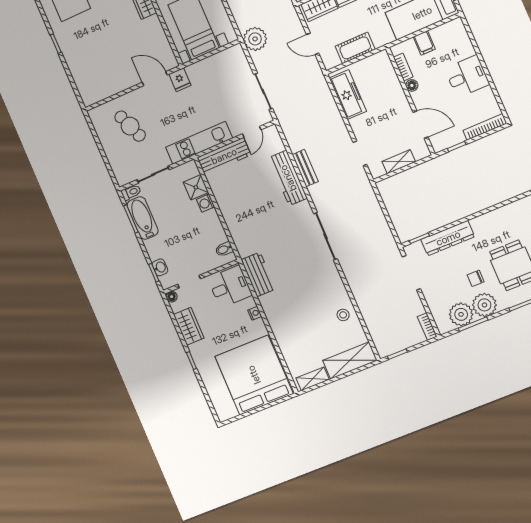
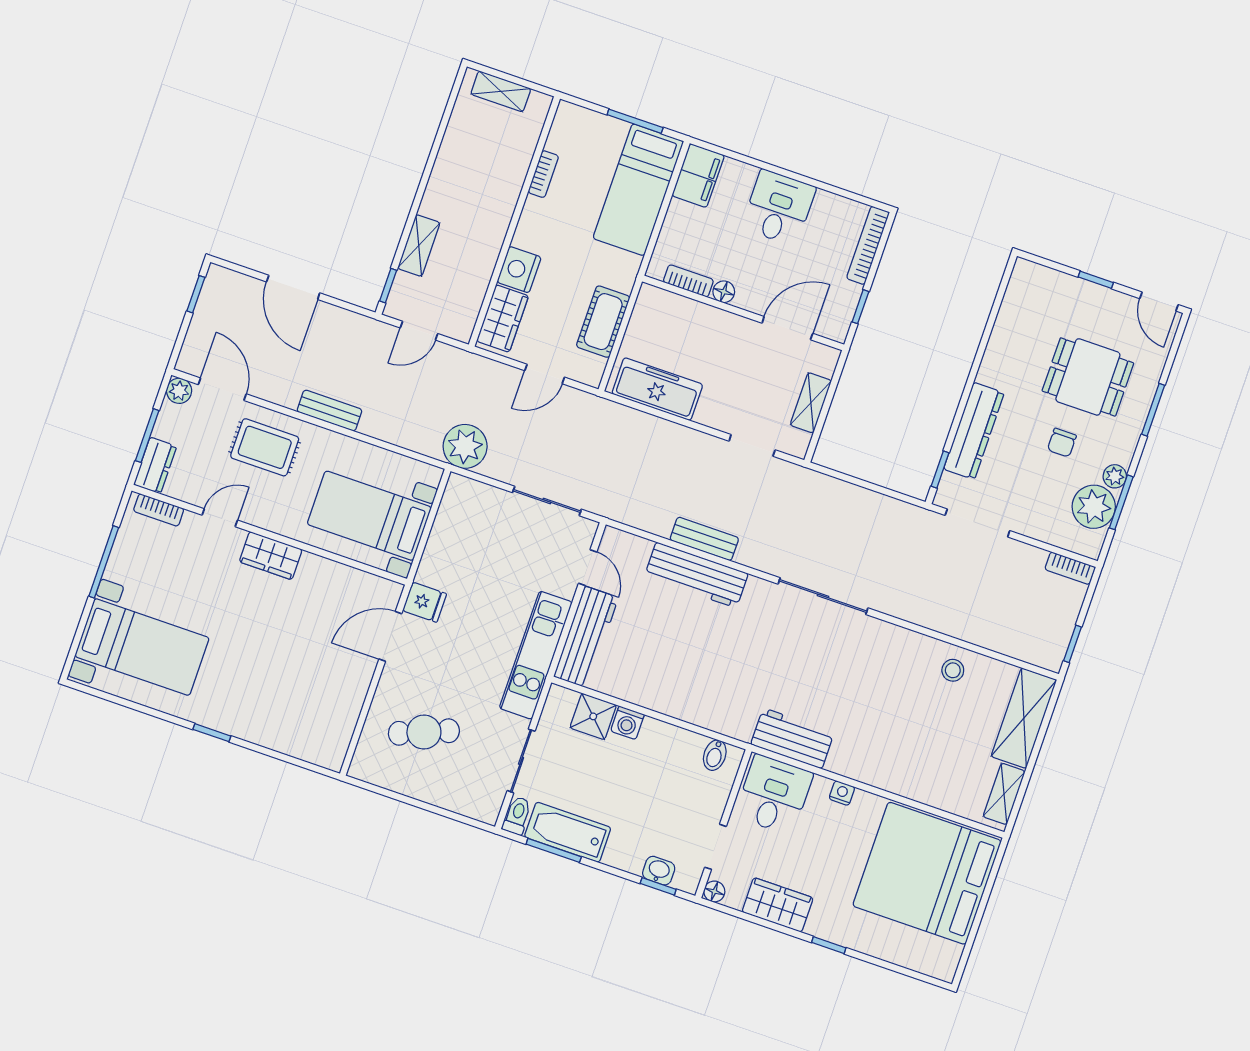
filing cabinet: (424, 43) -> (698, 176), moved, width x2.00
plant: (484, 305) -> (1115, 476), width x0.53, depth x0.53

